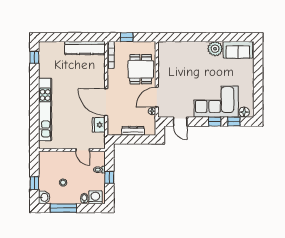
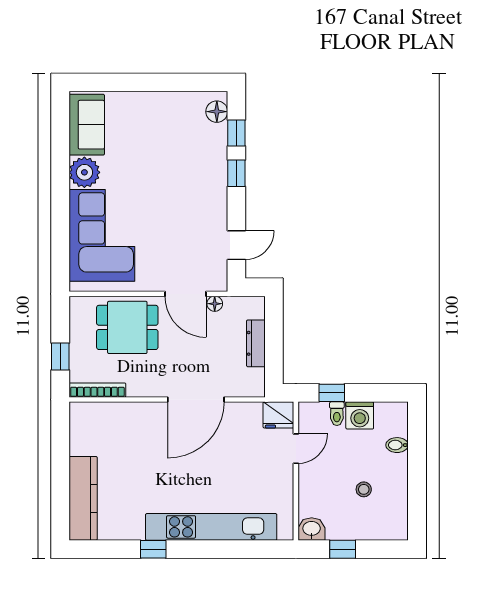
kitchen counter: (85, 48) -> (83, 498), moved
window: (34, 57) -> (153, 549), moved
corner sofa: (216, 102) -> (102, 235), moved, turned 180
fridge: (99, 125) -> (278, 415), moved
window: (109, 177) -> (332, 393), moved
window: (34, 183) -> (343, 549), moved
washbasin: (44, 197) -> (312, 529), moved
washing machine: (95, 197) -> (360, 415), moved, turned -90
window: (63, 208) -> (417, 489), removed

